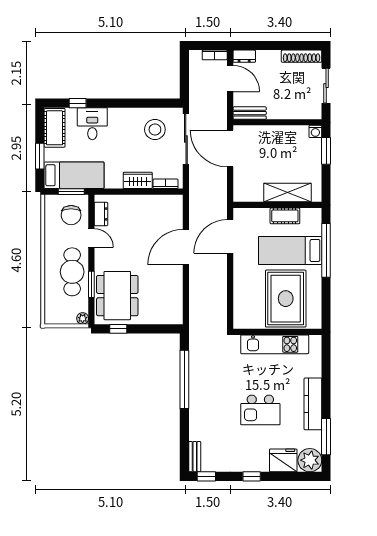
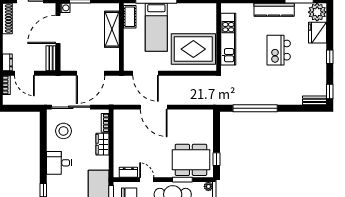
door: (230, 78) -> (24, 73), swing flipped
door: (287, 122) -> (58, 29), added
desk: (92, 124) -> (59, 163), moved
door: (230, 149) -> (91, 73), moved
cot: (285, 216) -> (130, 17), moved
door: (91, 238) -> (147, 180), hinge flipped
rug: (286, 299) -> (193, 49), moved
kitchen island: (260, 410) -> (279, 50), turned 180

